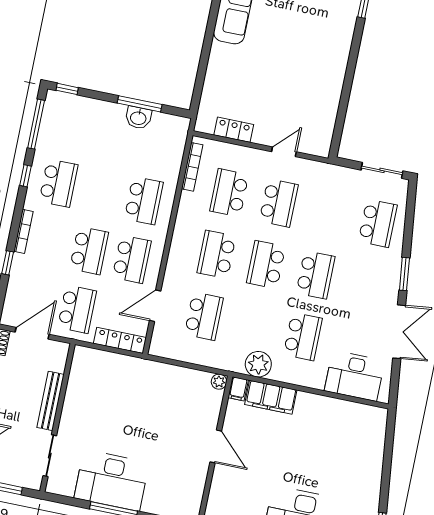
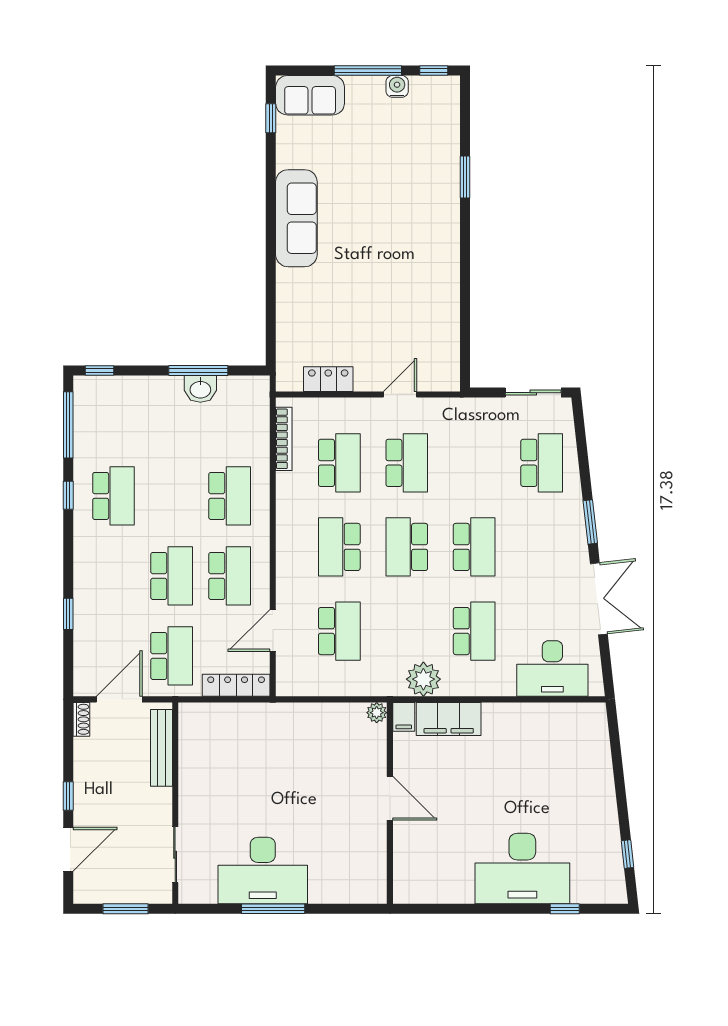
school desk: (229, 193) -> (339, 463), turned 180
bookcase: (23, 231) -> (81, 569), removed
bench: (50, 401) -> (161, 748), moved

